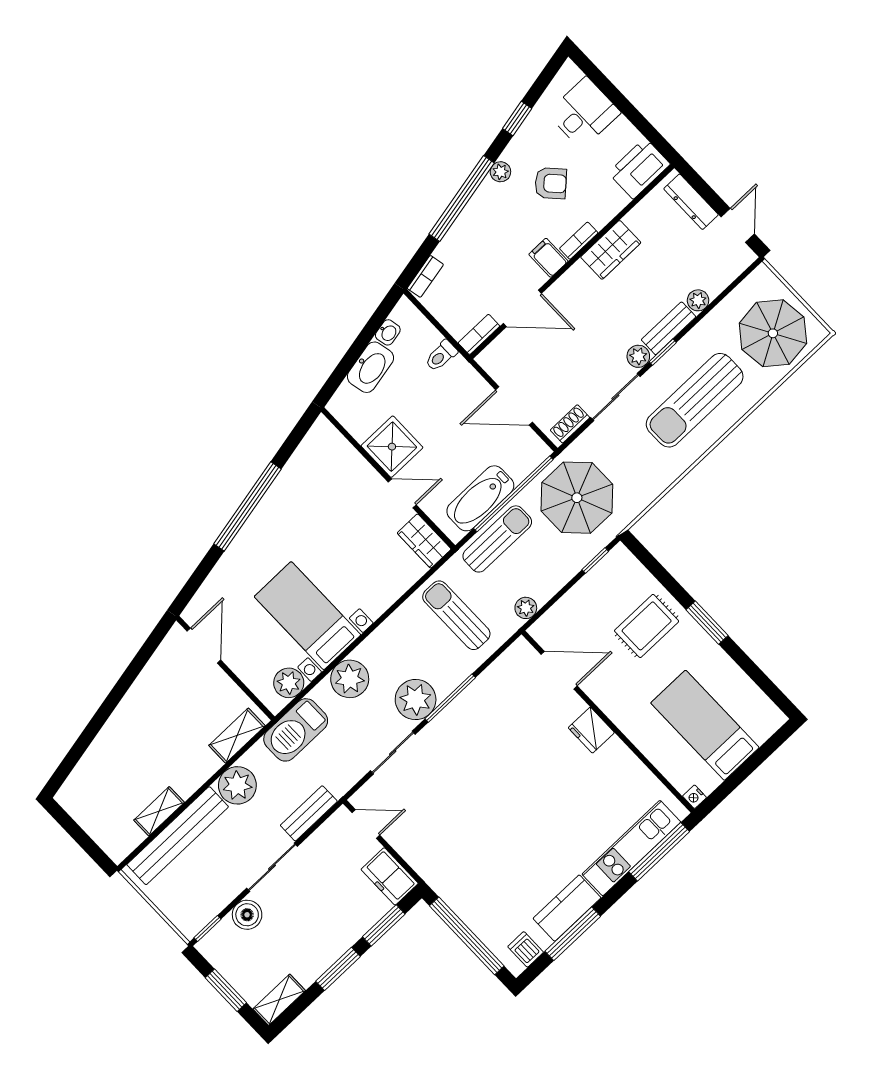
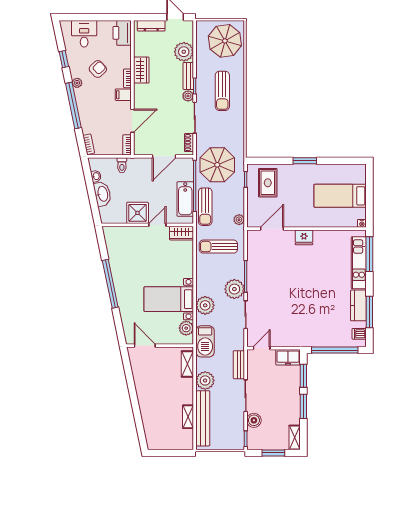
plant: (698, 300) -> (184, 52), width x1.88, depth x1.88
sun lounger: (695, 400) -> (222, 91), width x0.73, depth x0.75
sun lounger: (497, 539) -> (205, 207), turned 180
rug: (647, 626) -> (268, 183), moved

